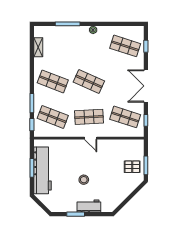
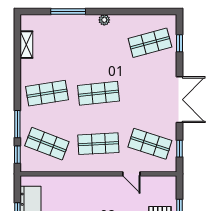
shop shelf: (125, 46) -> (150, 43), turned -33
shop shelf: (53, 81) -> (47, 93), turned -30
shop shelf: (89, 81) -> (98, 93), turned -30
double door: (146, 86) -> (179, 100), swing flipped
door: (91, 138) -> (131, 174), moved

